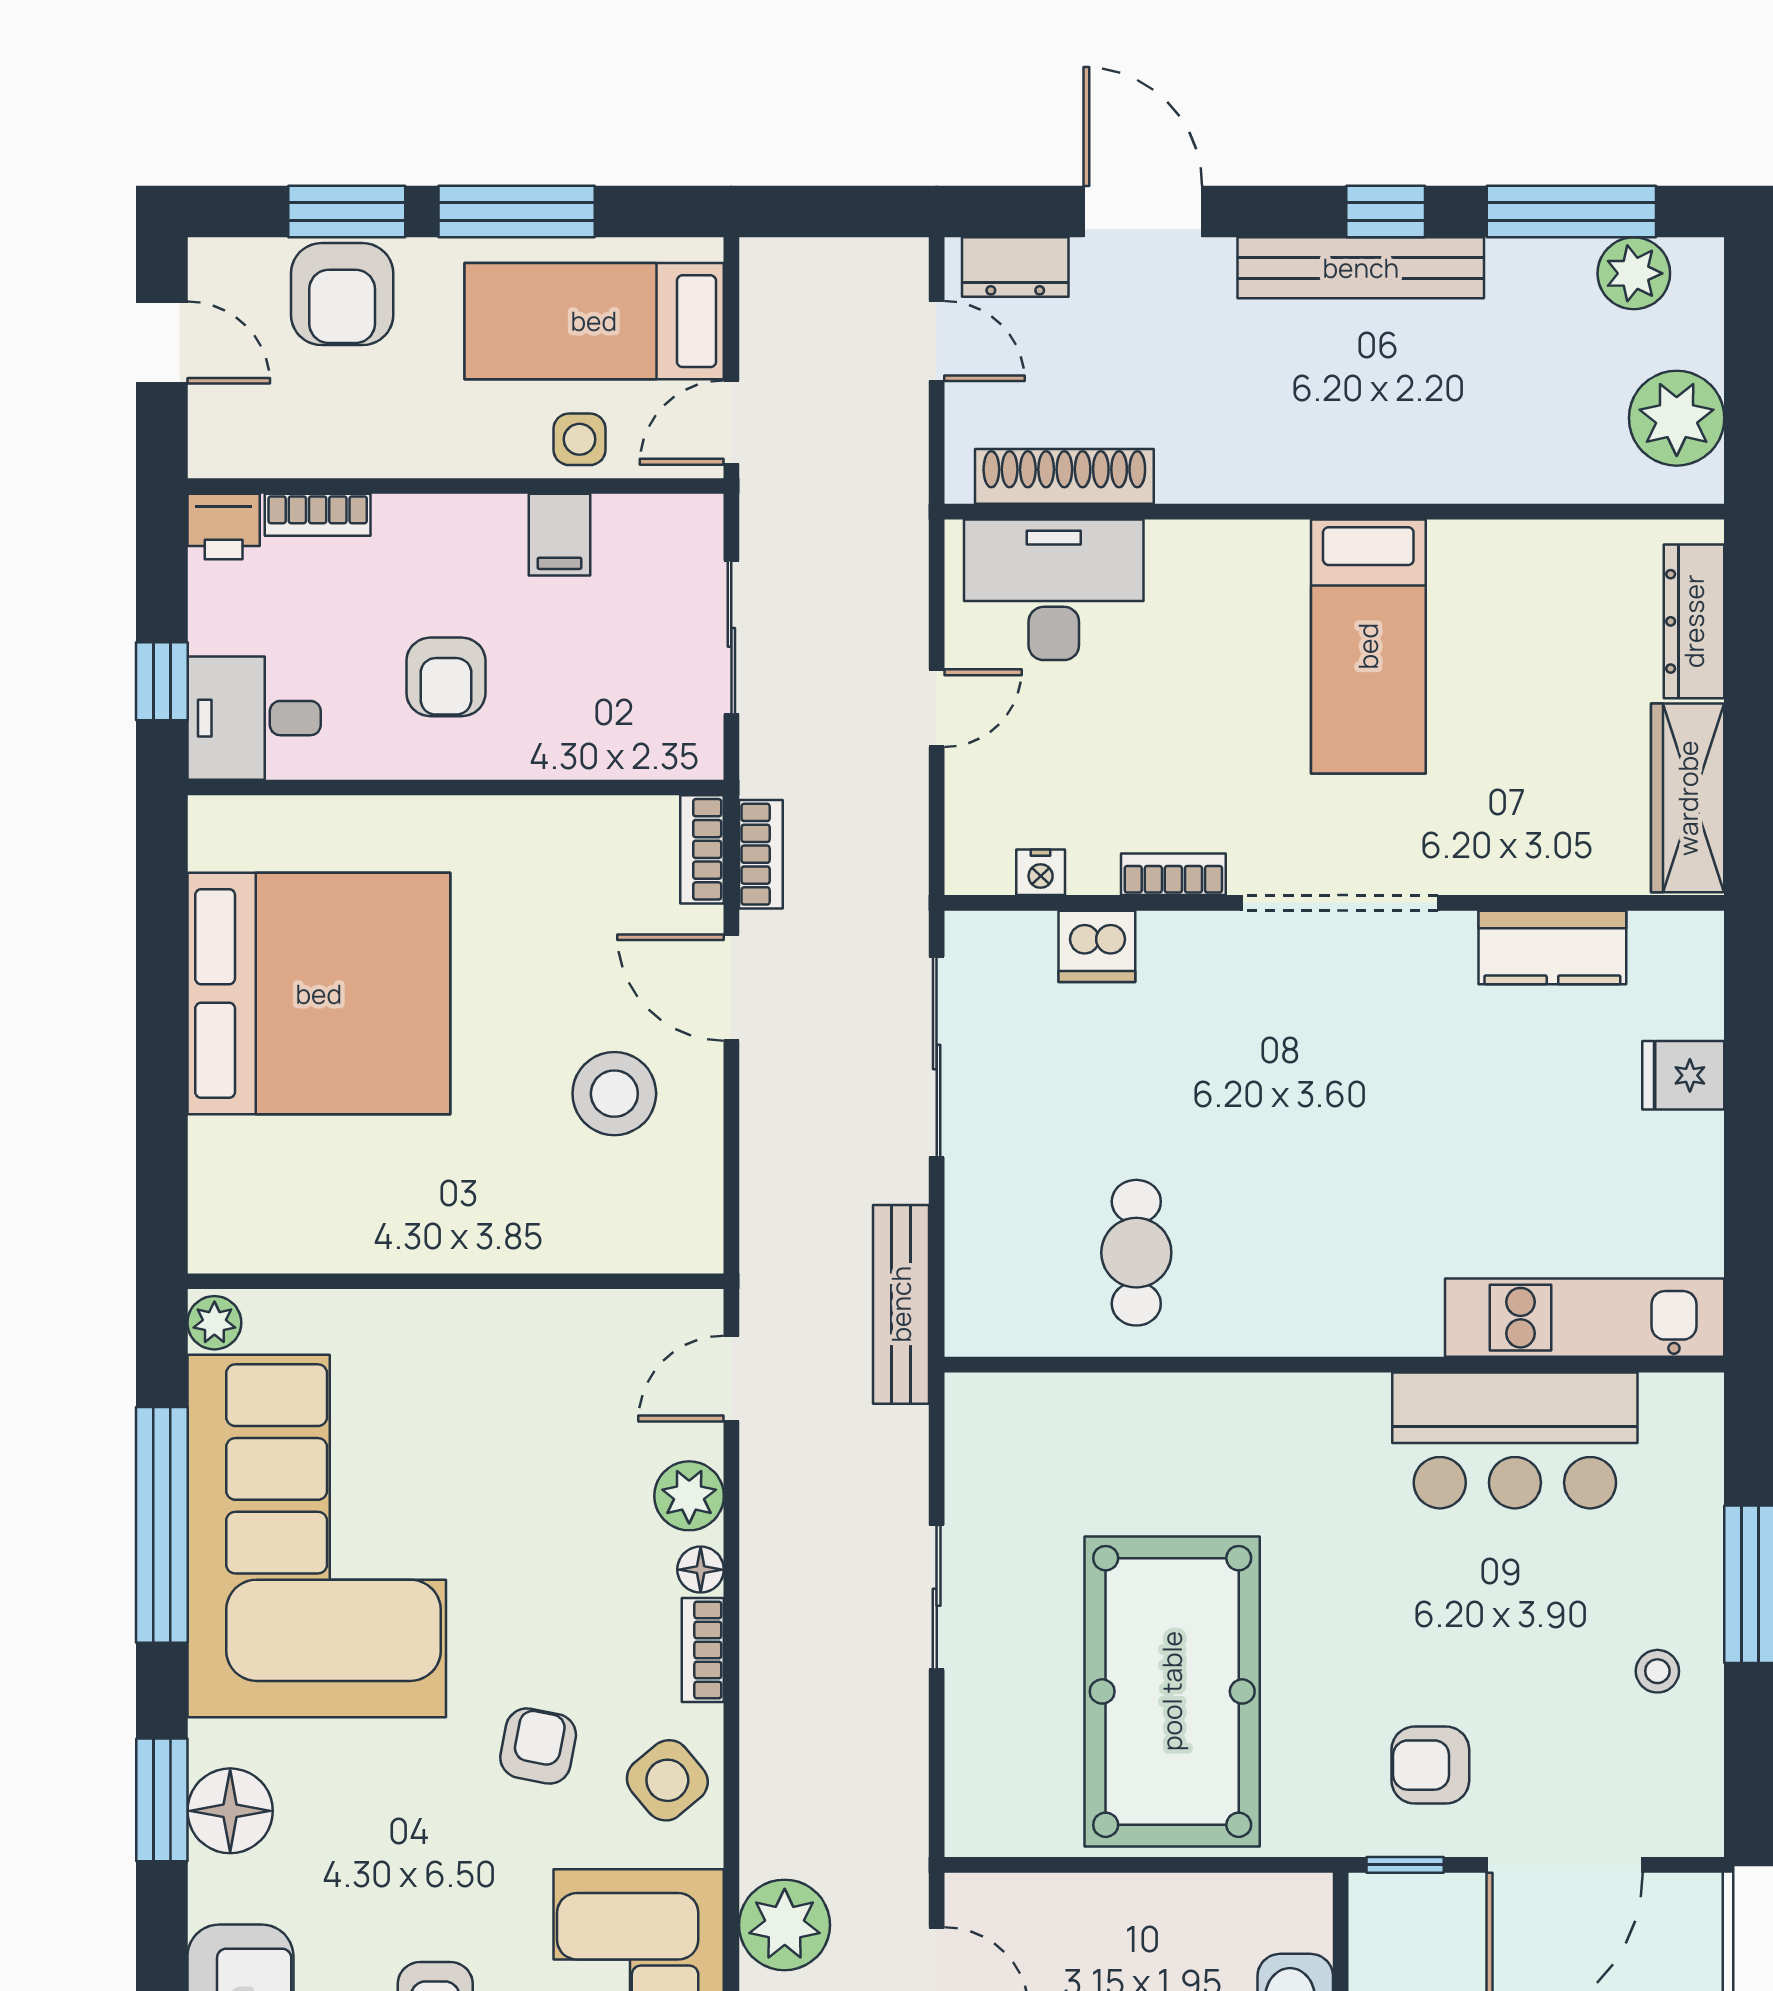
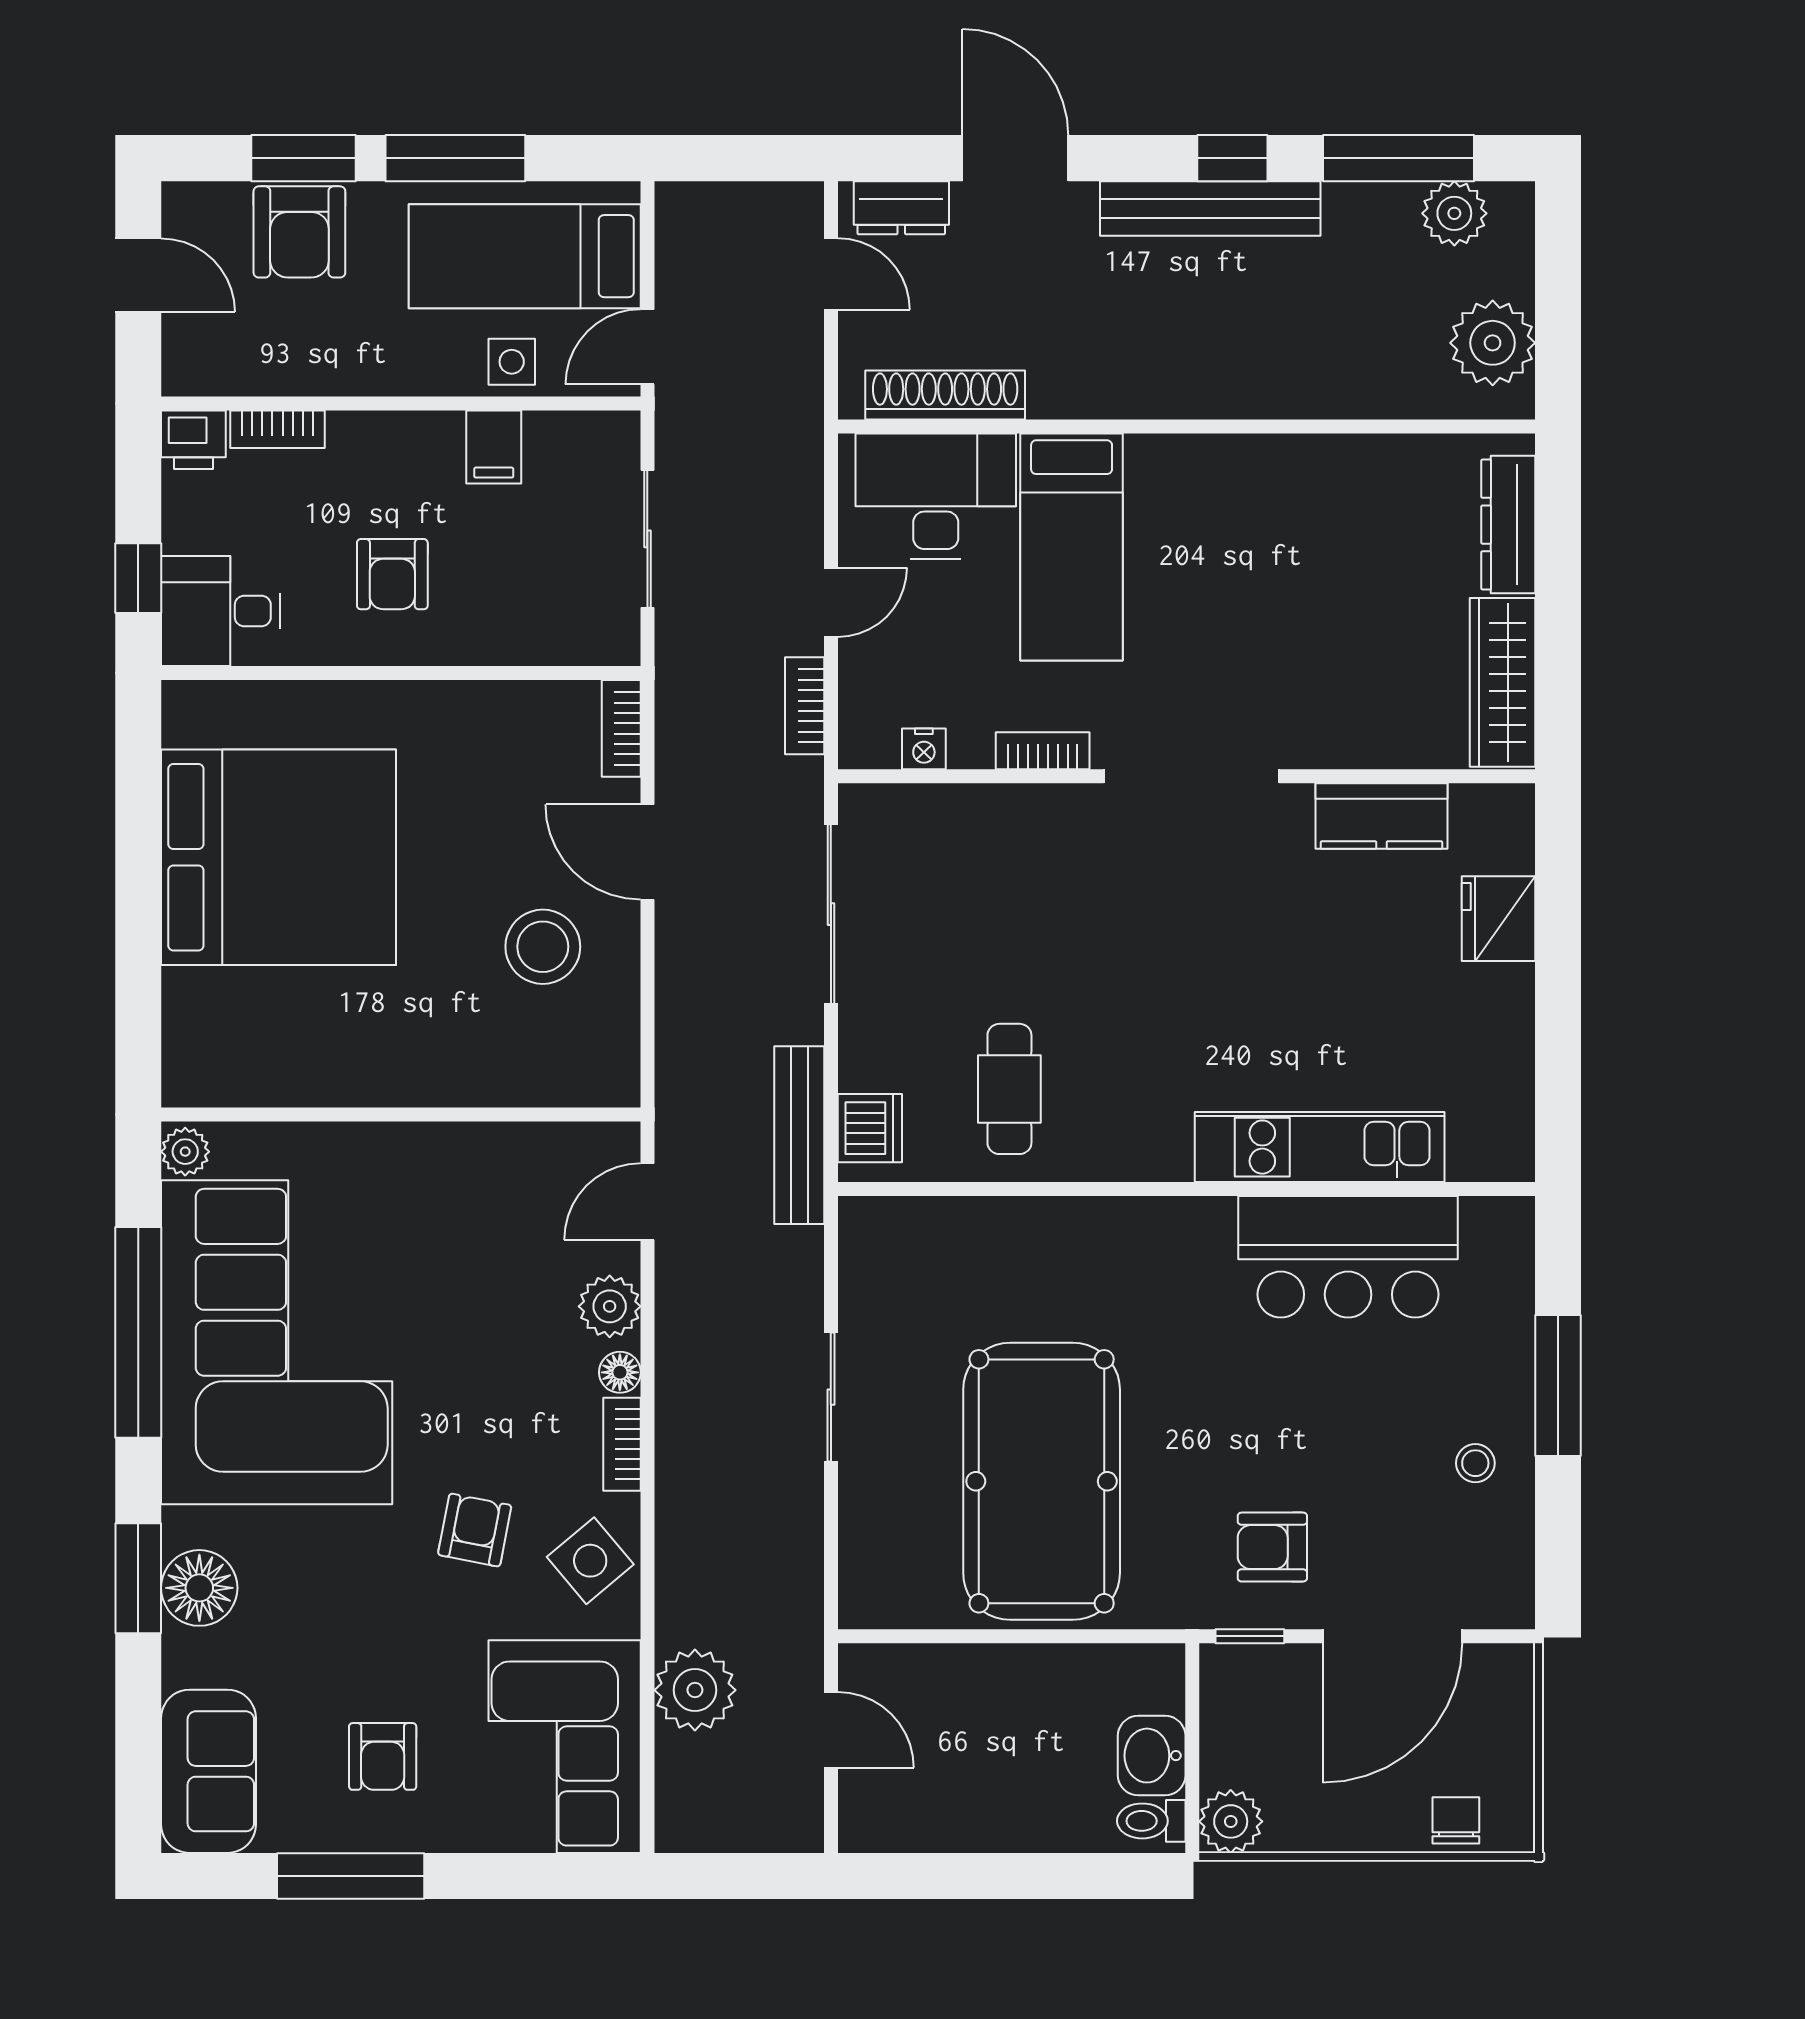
bed: (1368, 646) -> (1072, 547), moved
bookcase: (761, 854) -> (805, 706), moved, turned 180
dishwasher: (1097, 946) -> (870, 1128), moved, turned -90
fridge: (1683, 1075) -> (1498, 919), width x1.38
kitchen unit: (1585, 1318) -> (1320, 1147), moved

